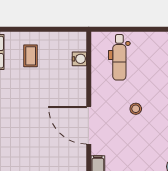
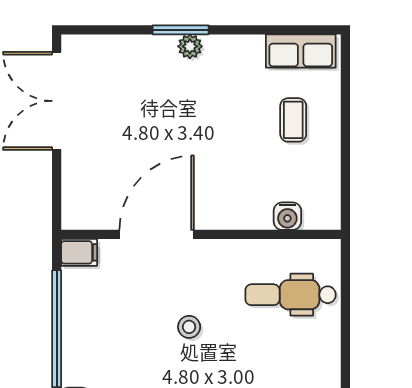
coffee table: (31, 56) -> (293, 120), turned 90

